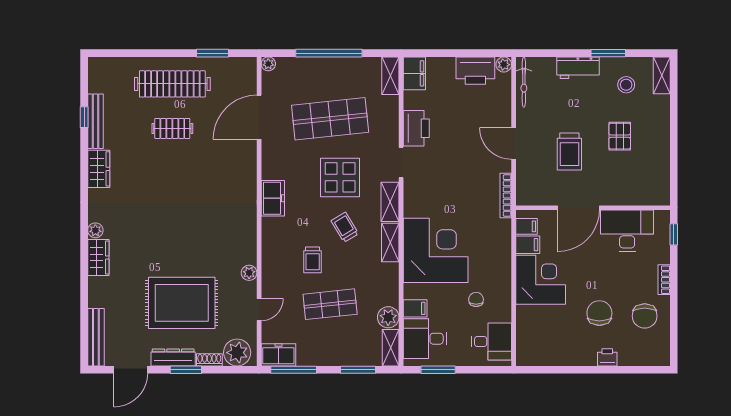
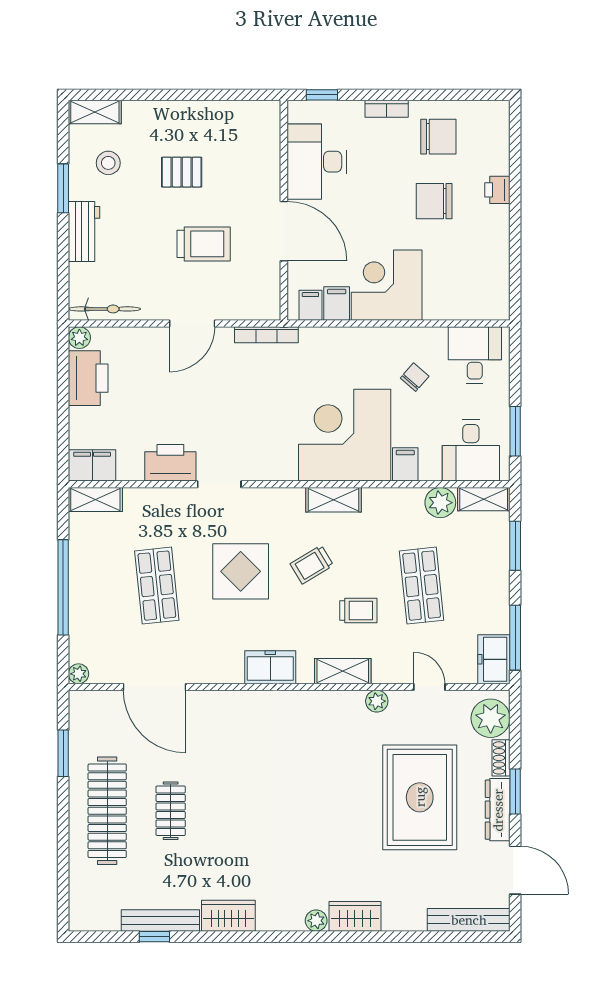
shop shelf: (330, 119) -> (157, 586), width x0.70, depth x0.74
shelving: (390, 202) -> (343, 671), moved
chair: (476, 299) -> (415, 377), turned 131
filing cabinet: (415, 308) -> (405, 464), moved

